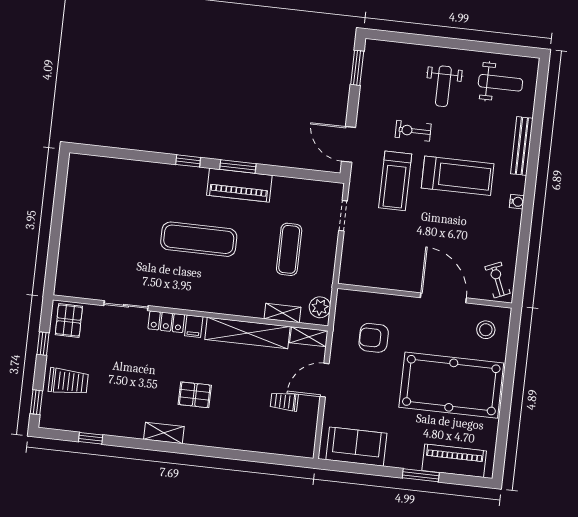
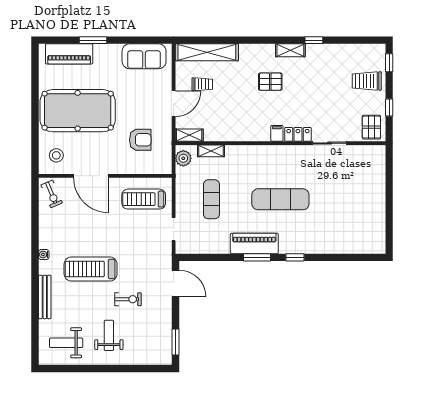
treadmill: (395, 181) -> (144, 199), moved, turned -90
shelving: (247, 333) -> (207, 52), moved
window: (91, 438) -> (314, 40), moved

